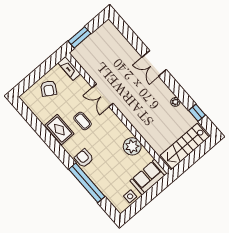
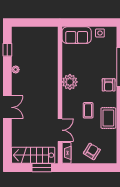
double door: (103, 95) -> (60, 130), moved
plant: (132, 146) -> (70, 82), moved
stairs: (185, 146) -> (33, 155), moved, turned 180

